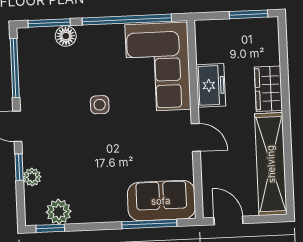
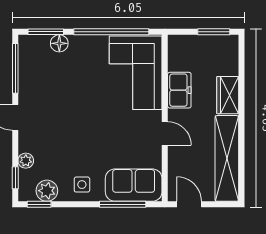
side table: (100, 105) -> (82, 185), moved
window: (19, 167) -> (15, 178), moved

